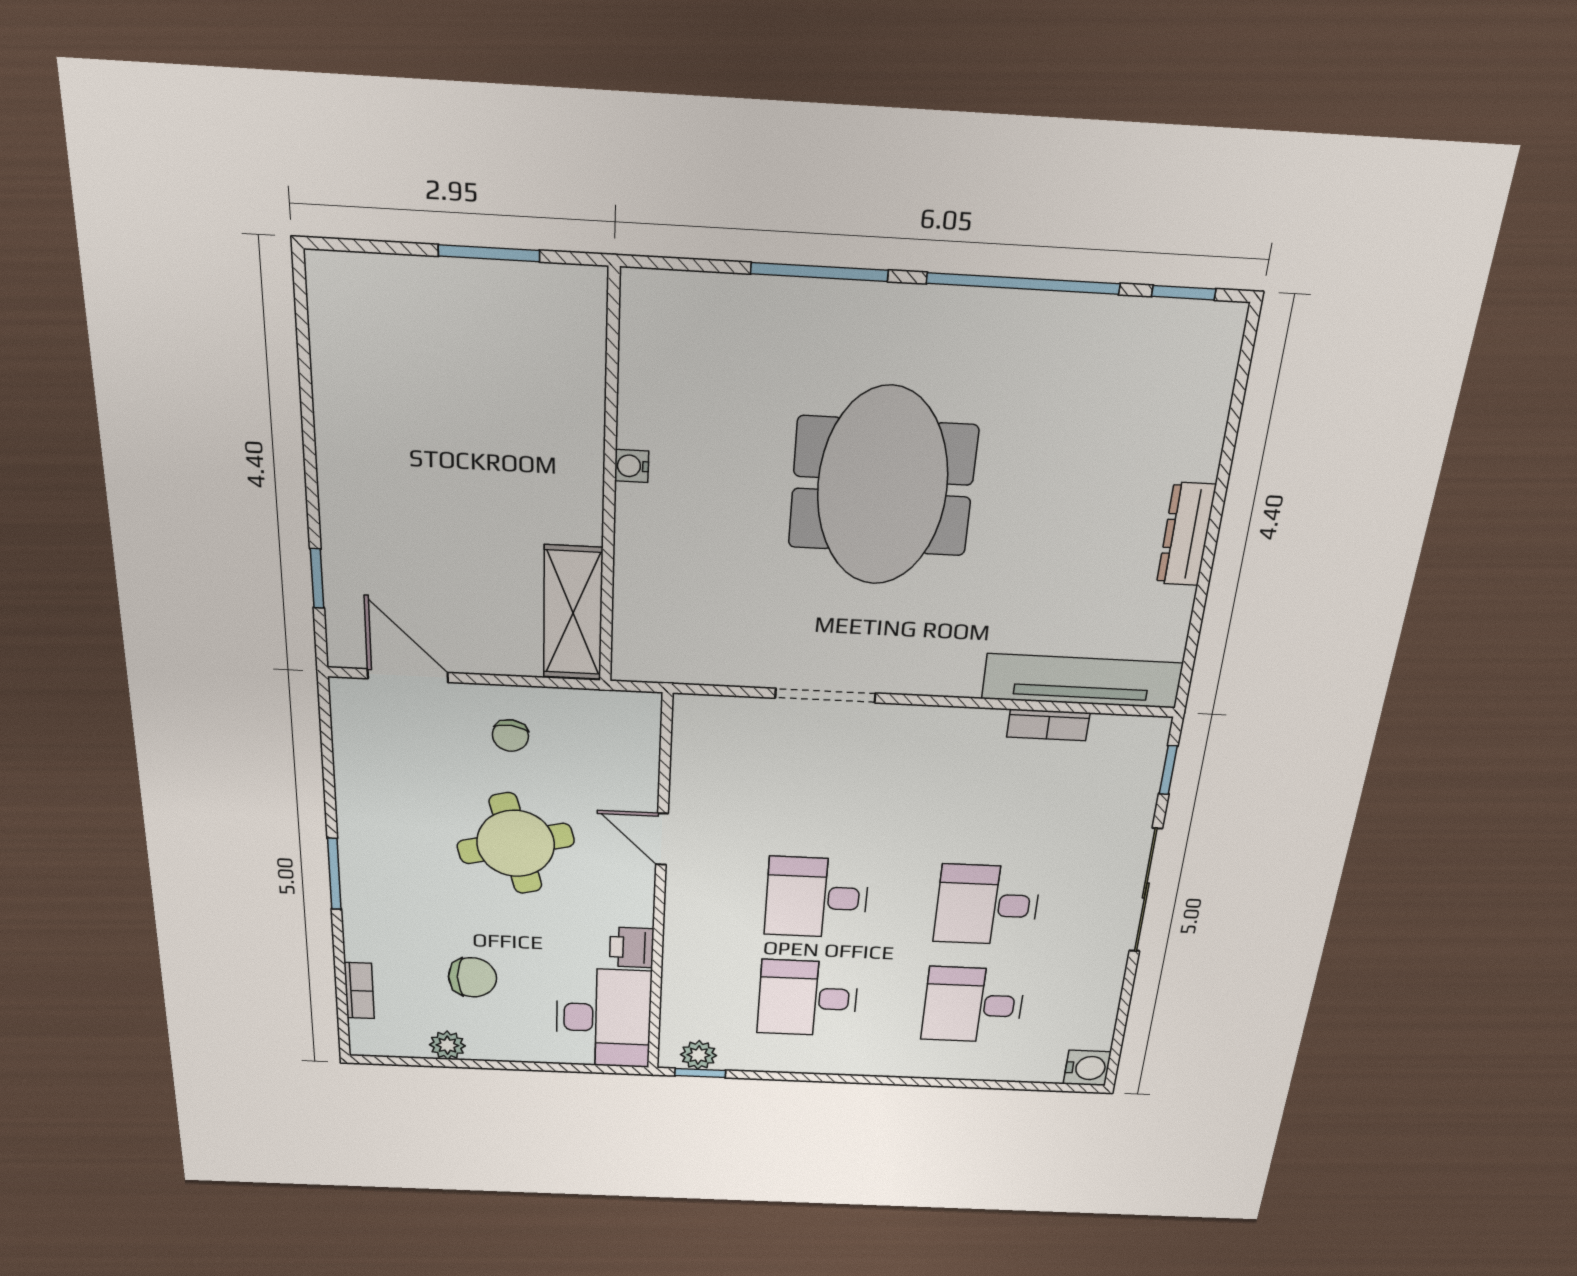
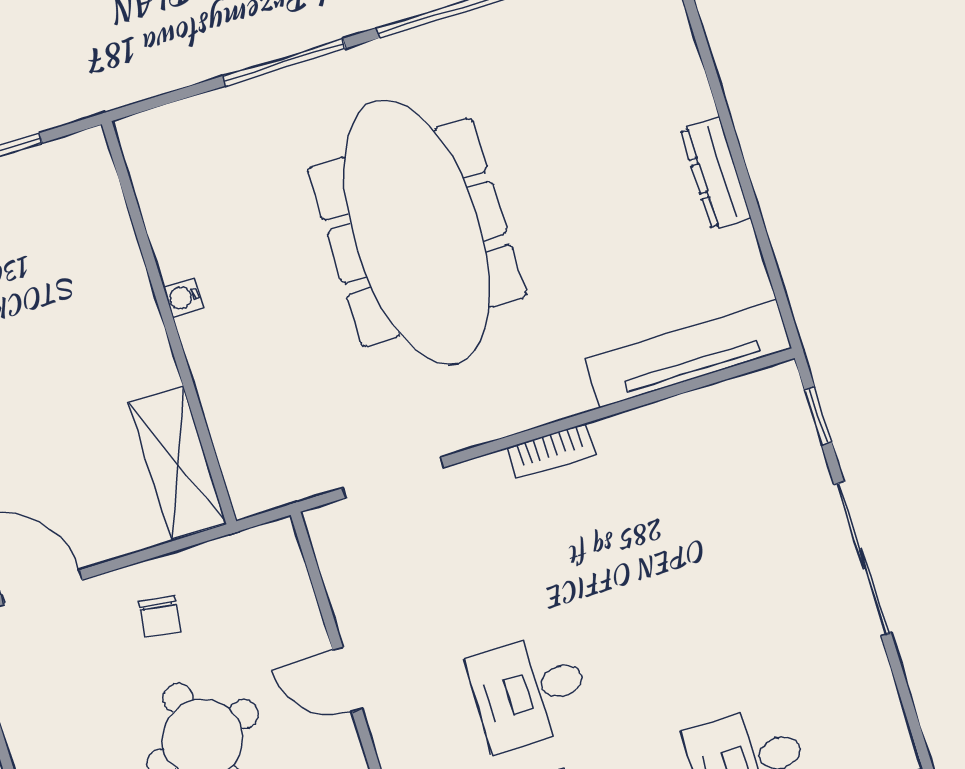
meeting table: (882, 487) -> (417, 232), width x1.36
doorway: (825, 696) -> (393, 478), moved
bookcase: (1048, 725) -> (551, 451), moved
desk: (987, 905) -> (708, 635), removed

